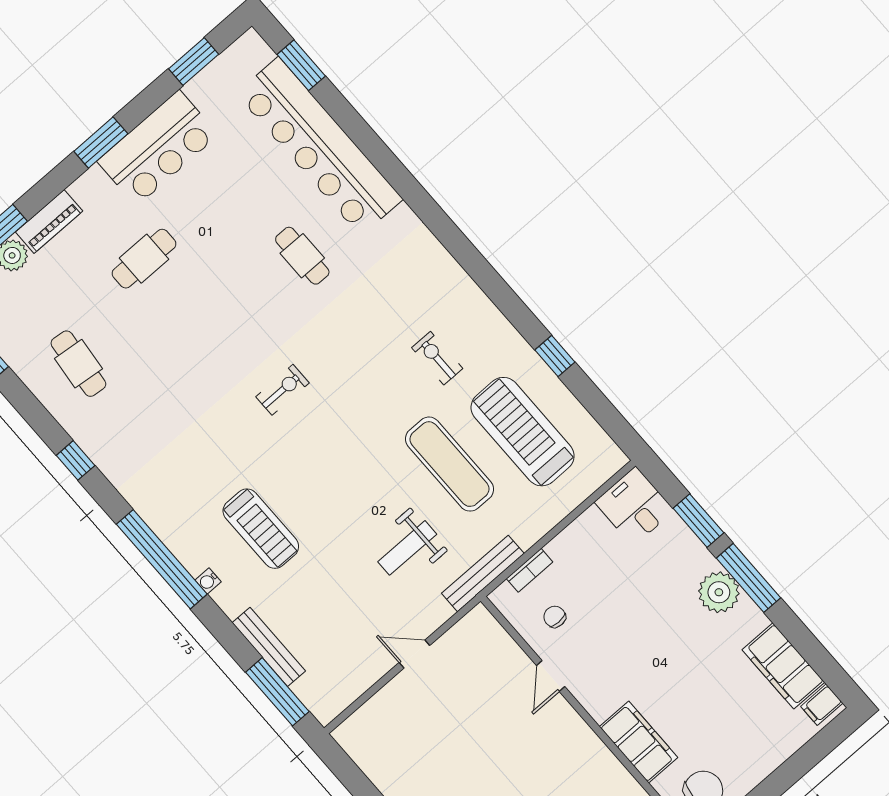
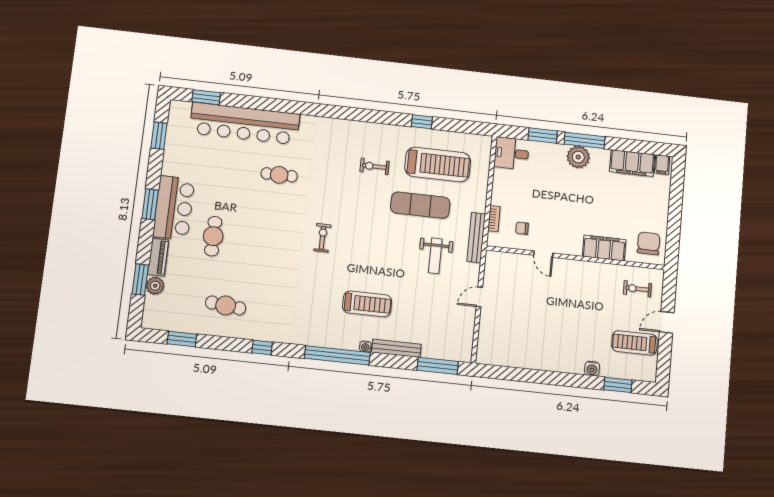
bar counter: (158, 148) -> (174, 208), moved
treadmill: (523, 432) -> (438, 165), turned 180
bench: (269, 647) -> (396, 348), moved

